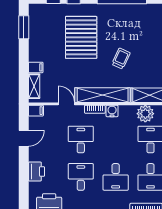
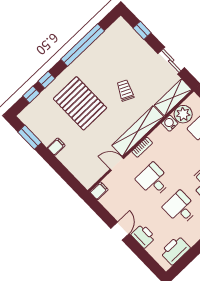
filing cabinet: (36, 67) -> (56, 147), moved
shelving: (34, 86) -> (80, 174), removed
water cooler: (112, 111) -> (170, 123), moved
door: (24, 138) -> (120, 231), moved

